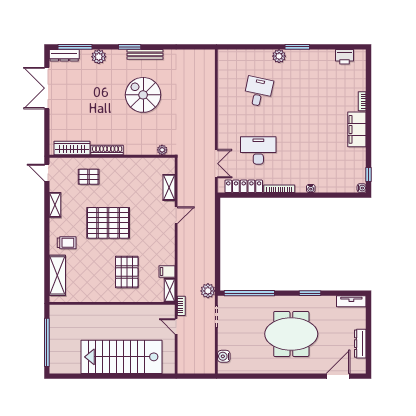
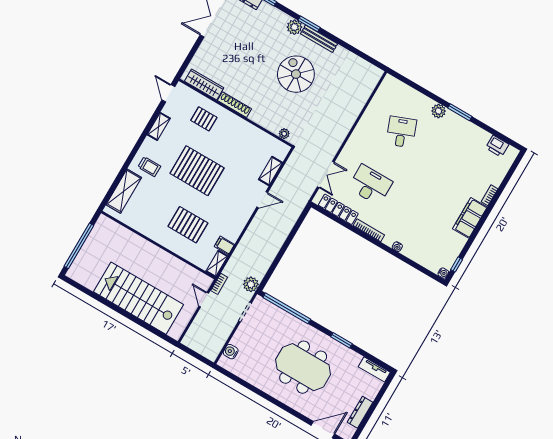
plant: (99, 57) -> (294, 27), moved
desk: (258, 92) -> (401, 132), turned -33
pallet: (127, 272) -> (188, 225), turned 90

